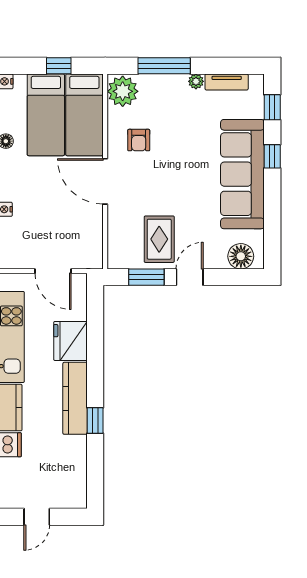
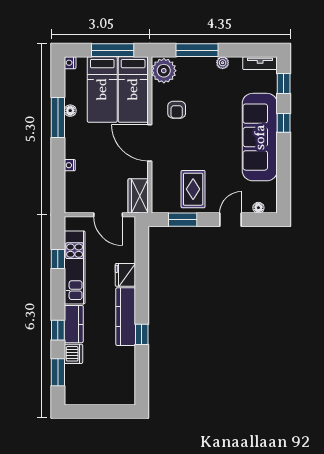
window: (59, 66) -> (113, 50), width x2.17
tv unit: (227, 82) -> (260, 63), moved
wardrobe: (91, 248) -> (138, 196), added
floor lamp: (241, 256) -> (258, 208), width x0.53, depth x0.53
door: (190, 277) -> (231, 220), moved
fridge: (70, 341) -> (125, 275), width x0.73, depth x0.75
door: (37, 517) -> (95, 412), removed

